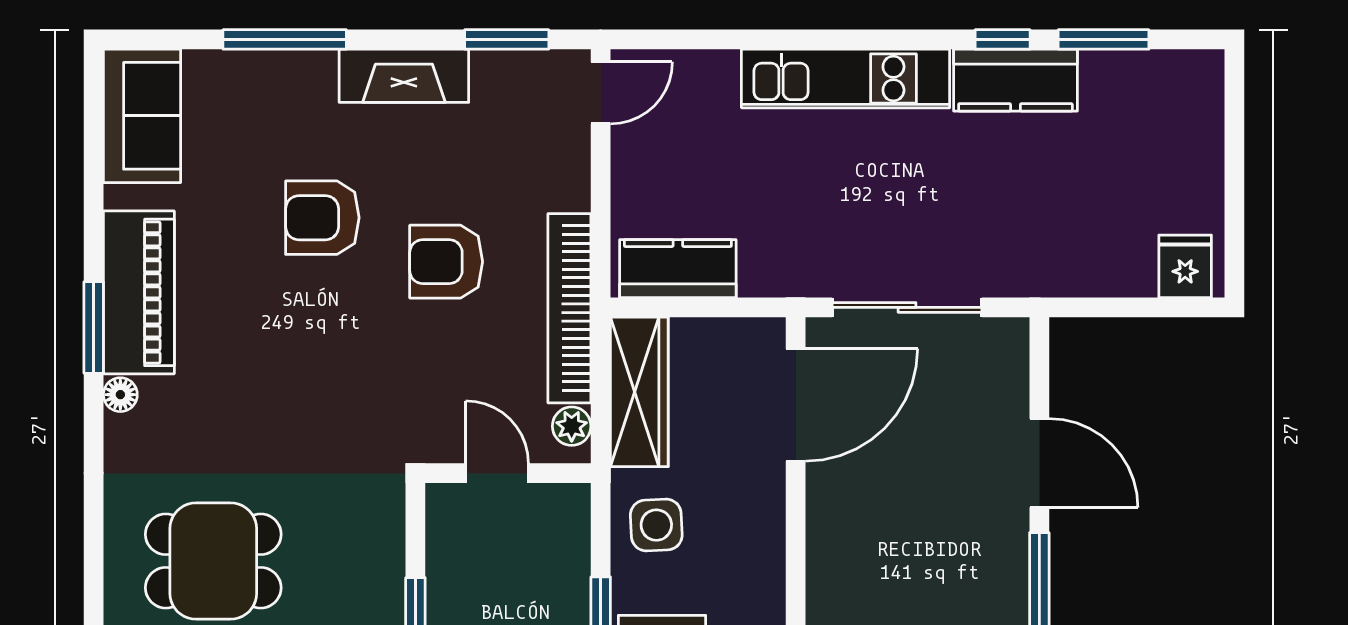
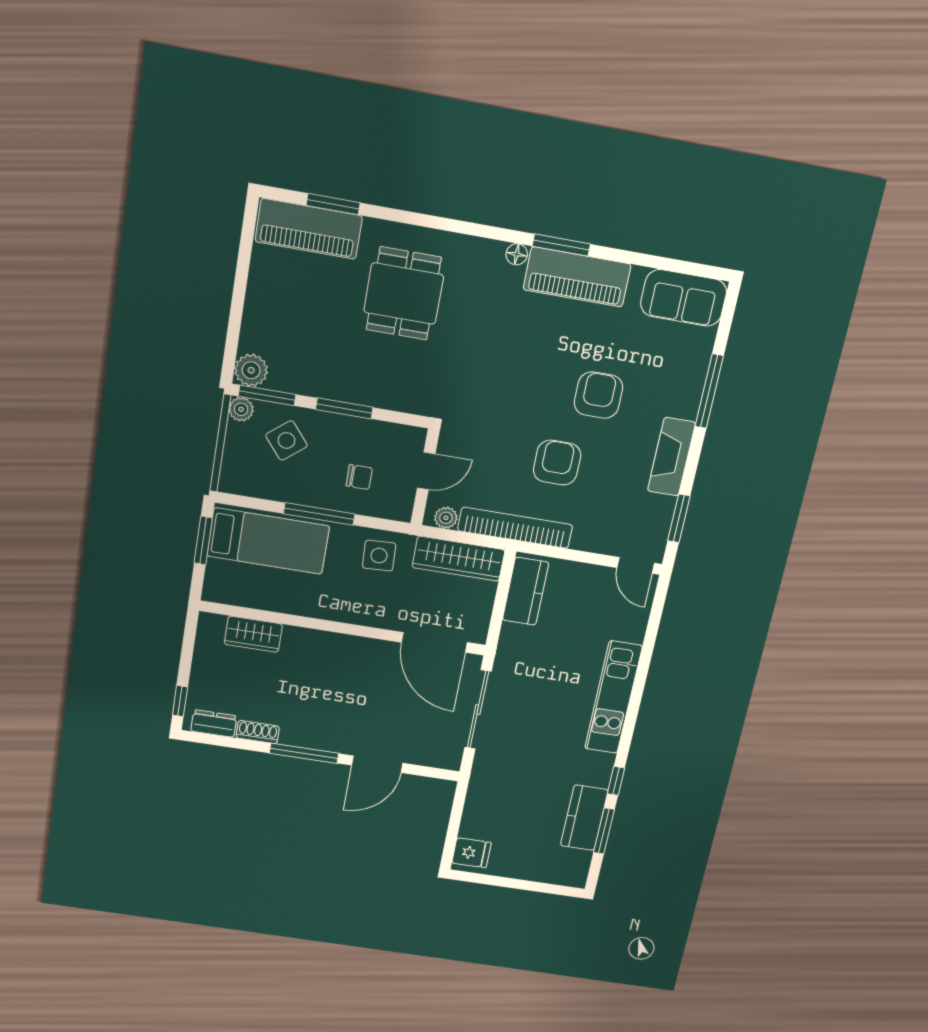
kitchen counter: (1015, 80) -> (584, 818), moved
chair: (526, 581) -> (359, 477), added

